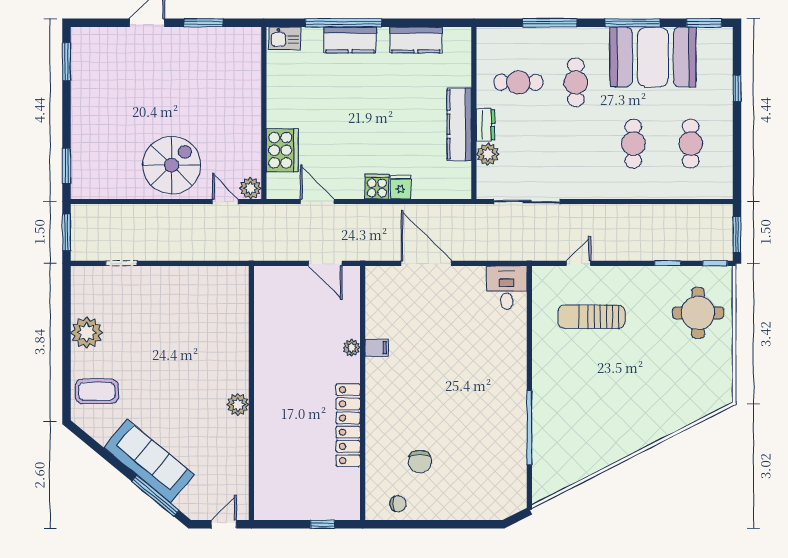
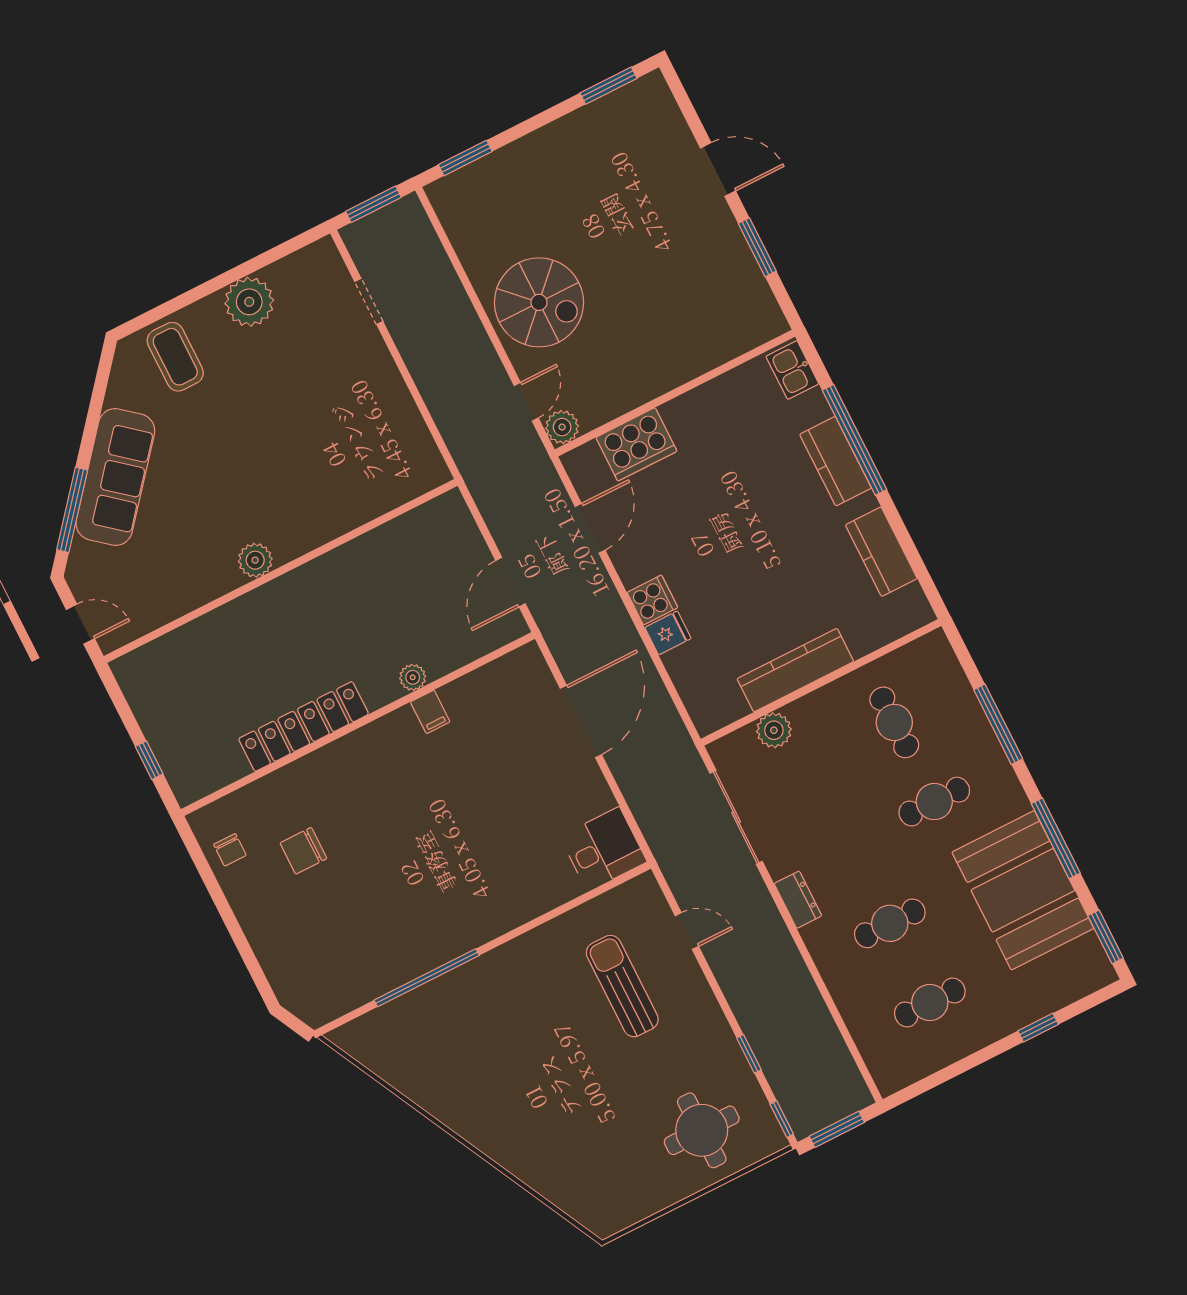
dresser: (485, 125) -> (798, 900), moved, turned -90

